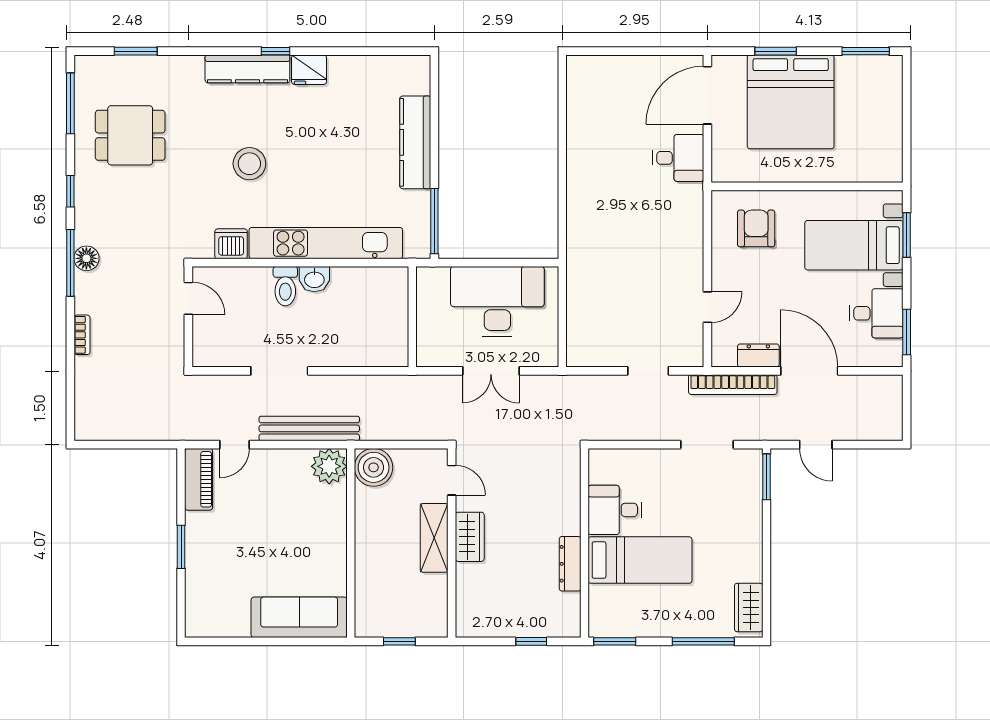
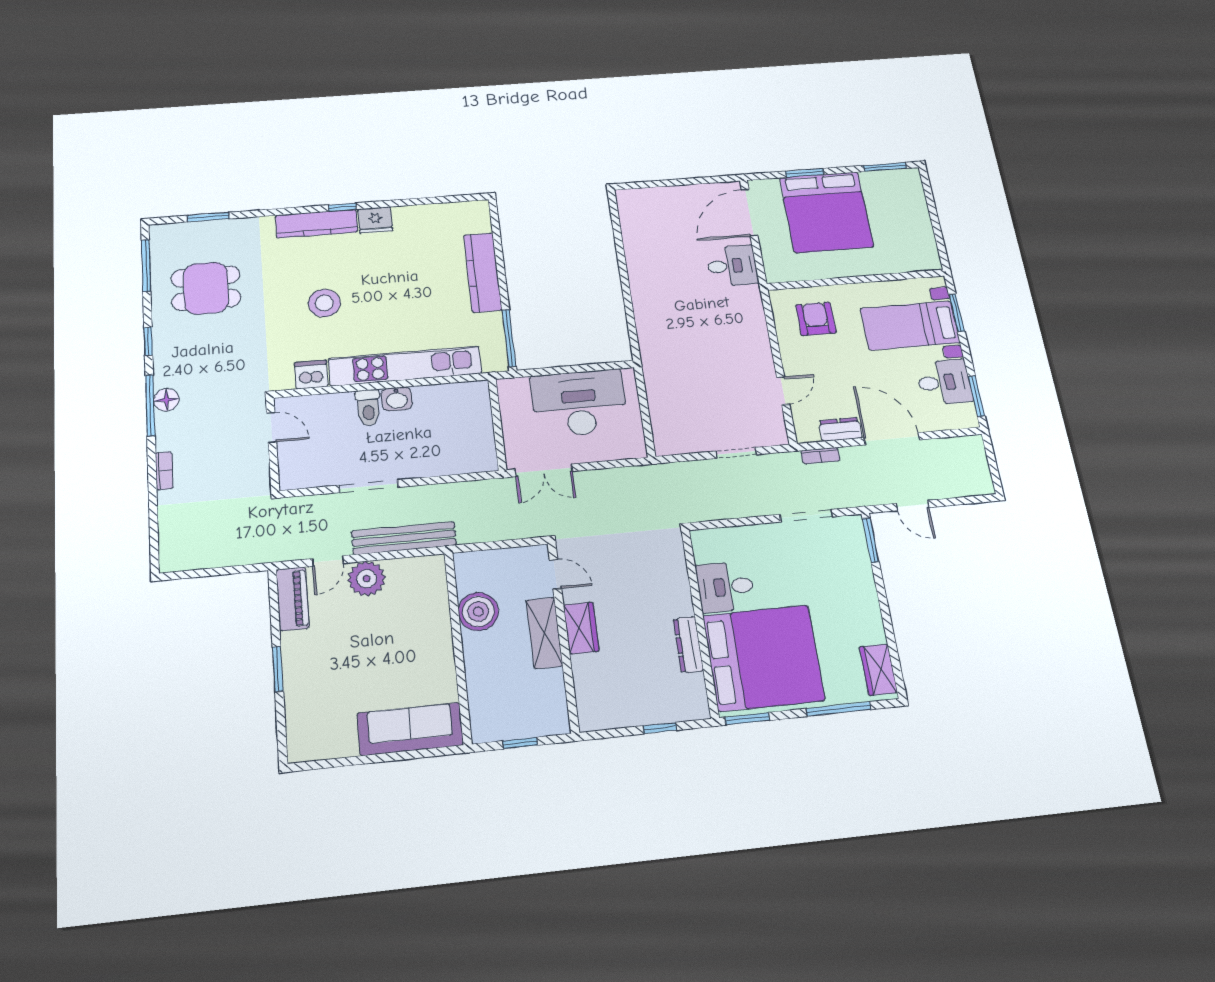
double door: (491, 371) -> (544, 470), moved
bookcase: (733, 385) -> (820, 456), width x0.43, depth x0.76
plant: (329, 466) -> (367, 579), moved
boiler: (374, 467) -> (478, 611), moved
bed: (640, 560) -> (763, 658), width x2.04

